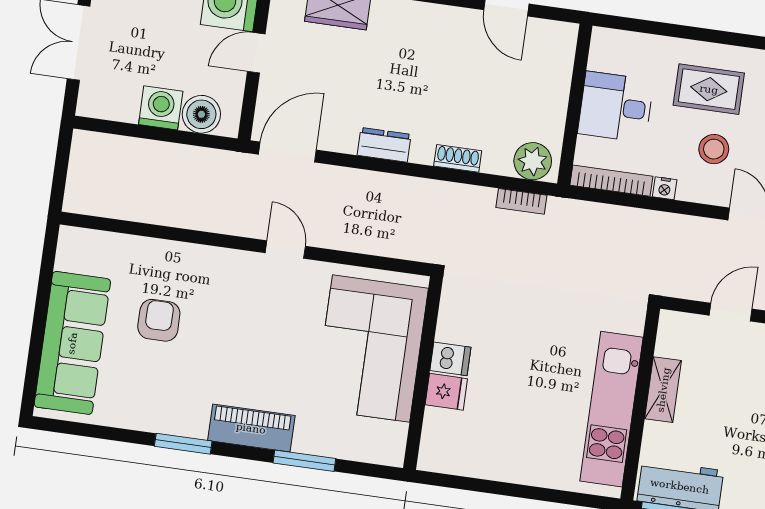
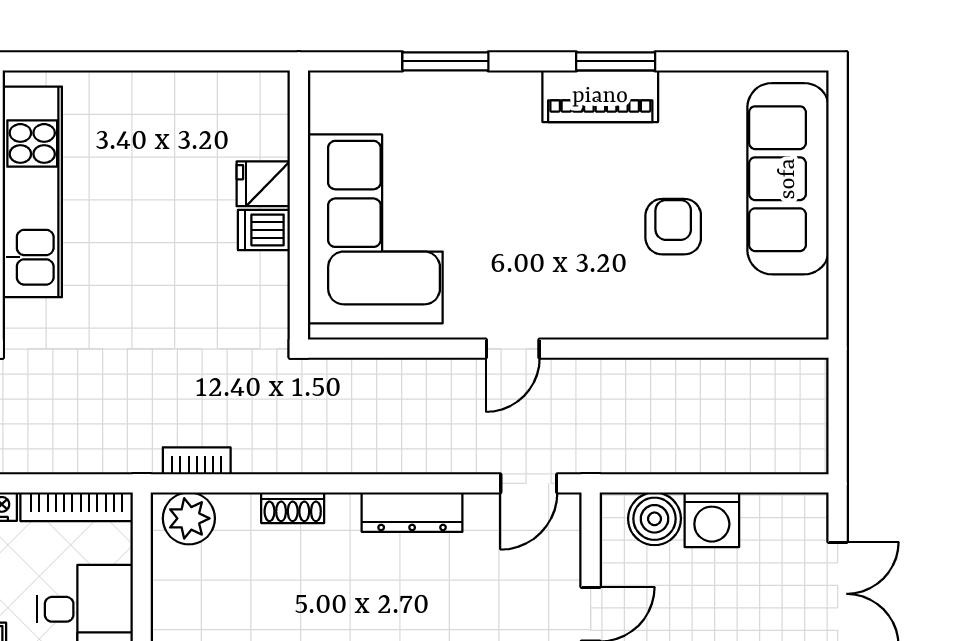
dresser: (384, 145) -> (412, 512), width x1.44
door: (287, 152) -> (529, 483), width x0.73
door: (285, 250) -> (513, 349), hinge flipped
armchair: (159, 320) -> (673, 227), turned 180
piano: (251, 428) -> (600, 96), moved

